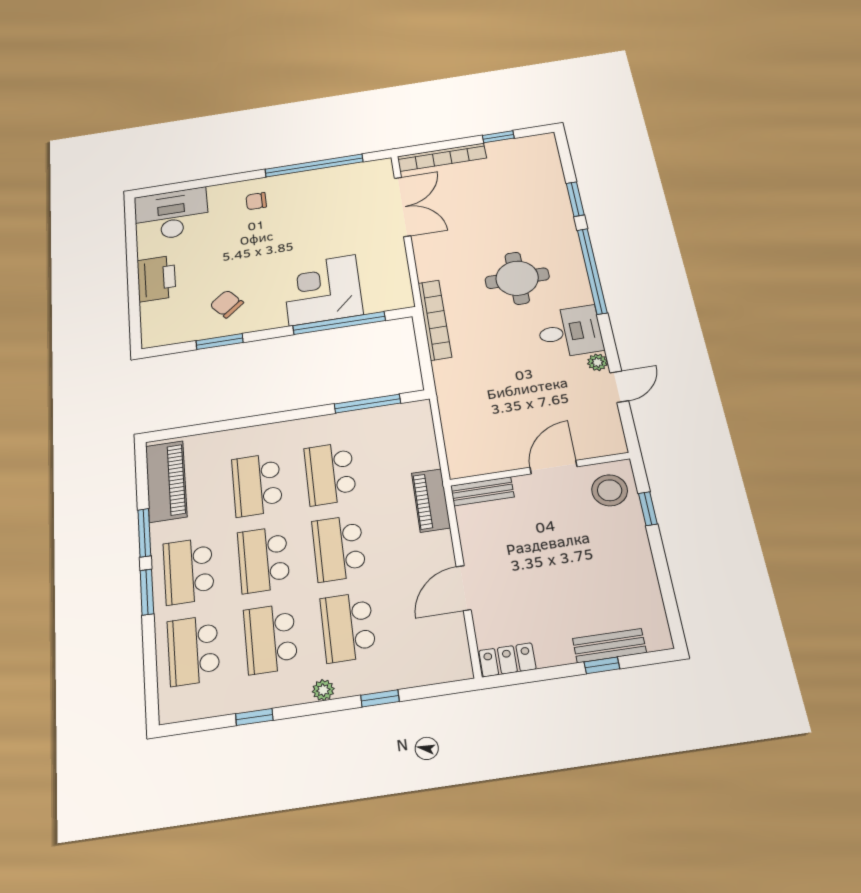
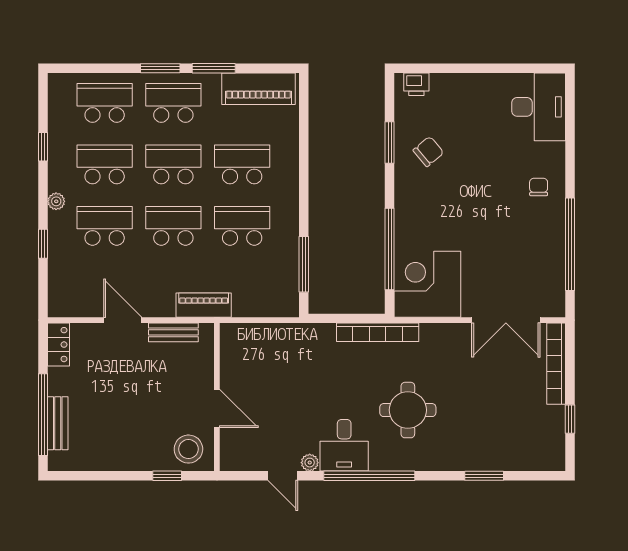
window: (592, 271) -> (369, 476), moved
printer: (156, 278) -> (416, 84), moved, width x0.53, depth x0.68
corner desk: (322, 290) -> (427, 284), moved, turned -90
bench: (482, 491) -> (173, 332), moved, turned 90
window: (602, 665) -> (43, 415), width x3.17

